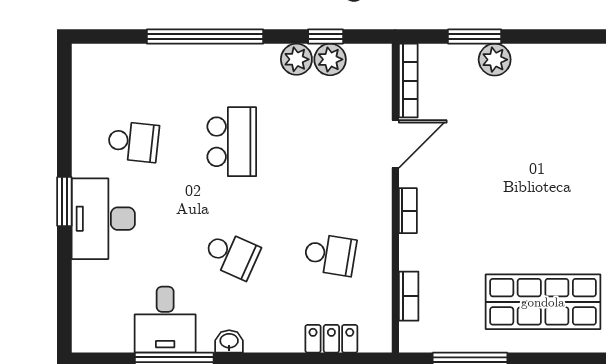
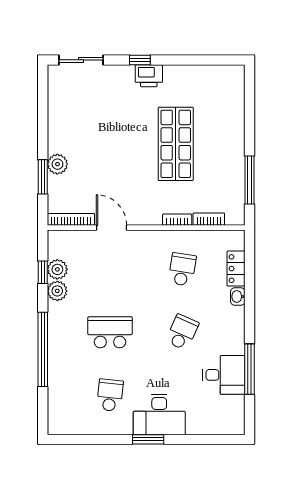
bookcase: (408, 211) -> (177, 220), moved
shop shelf: (543, 302) -> (176, 144), moved
washbasin: (229, 341) -> (238, 297), moved

